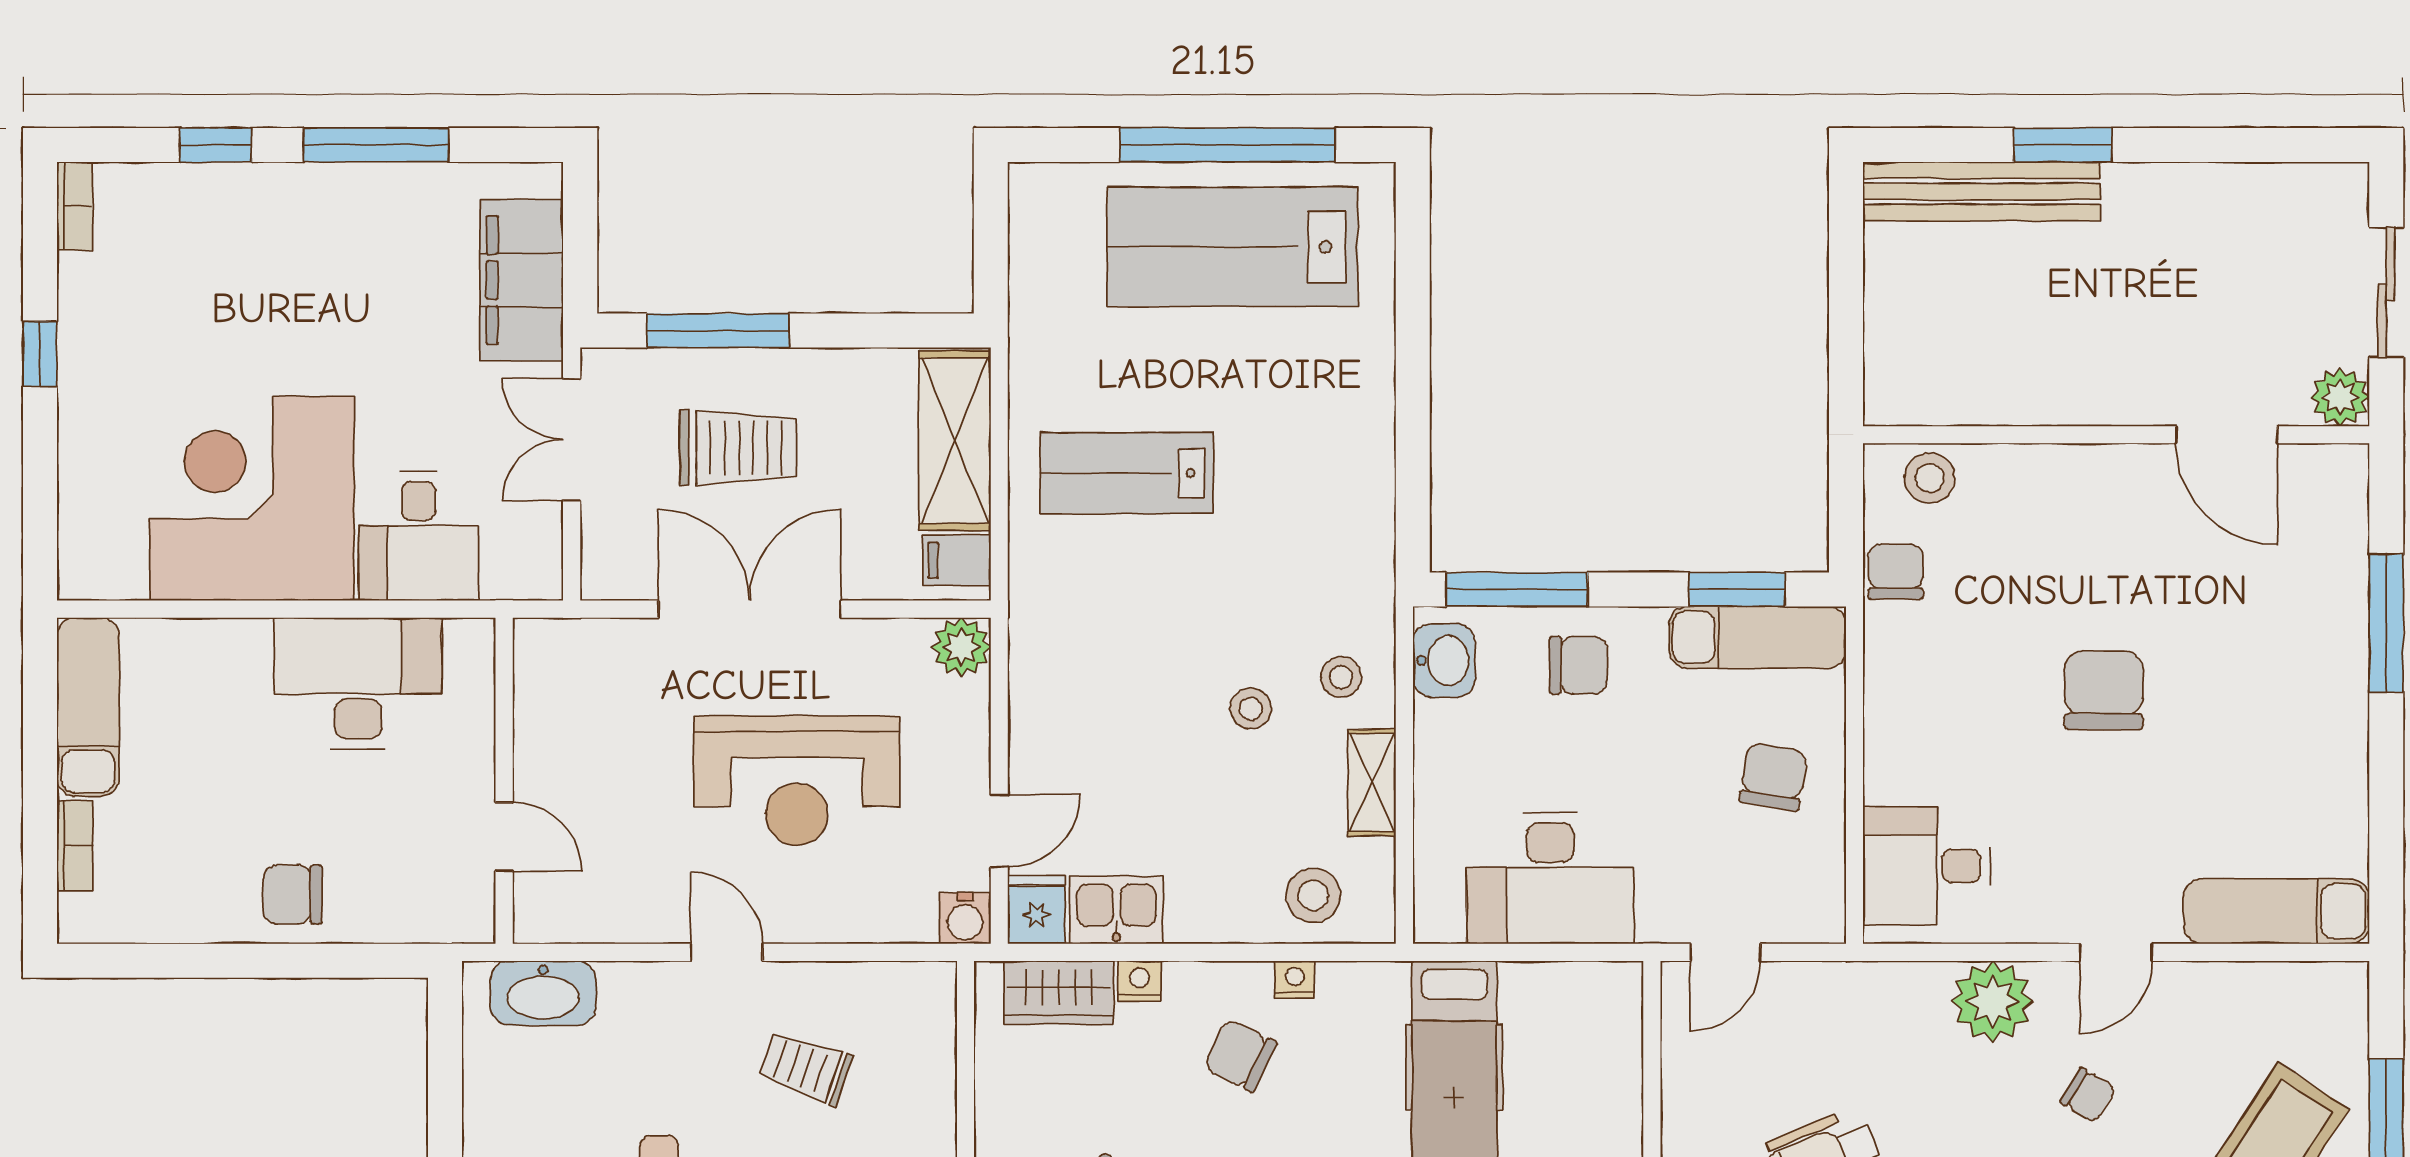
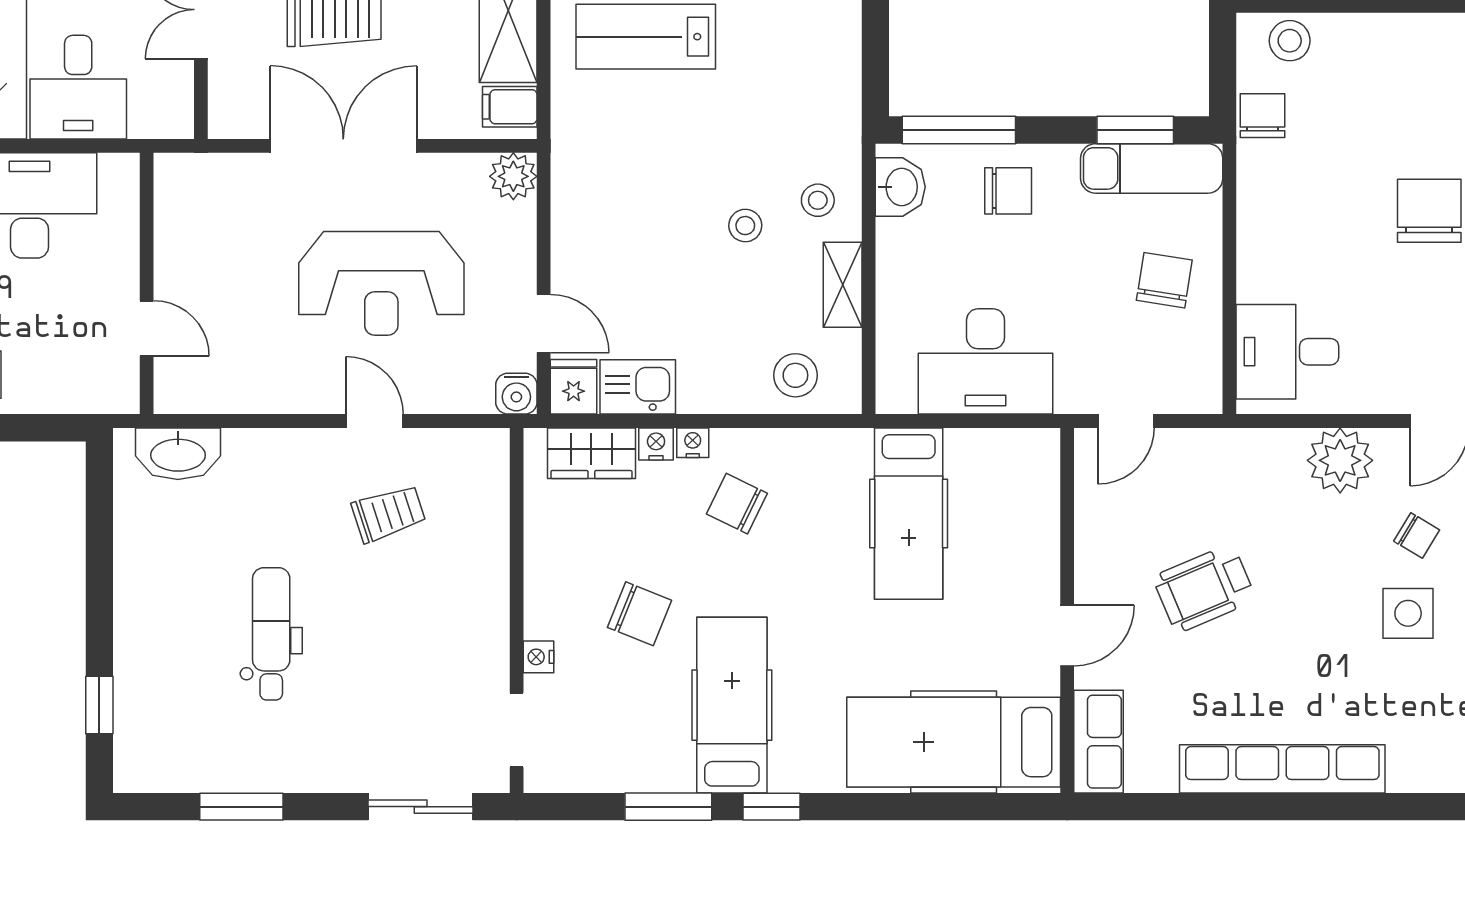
door: (999, 831) -> (544, 324), hinge flipped
door: (727, 952) -> (374, 421), moved
nightstand: (1295, 979) -> (693, 443), moved
trolley: (806, 1068) -> (389, 514), turned 143

